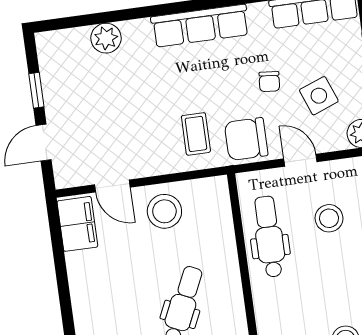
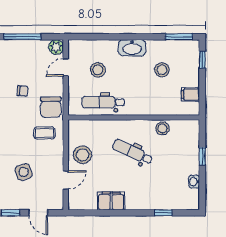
side table: (319, 96) -> (24, 172), moved
door: (300, 160) -> (66, 67), moved
filing cabinet: (77, 224) -> (111, 201), moved

